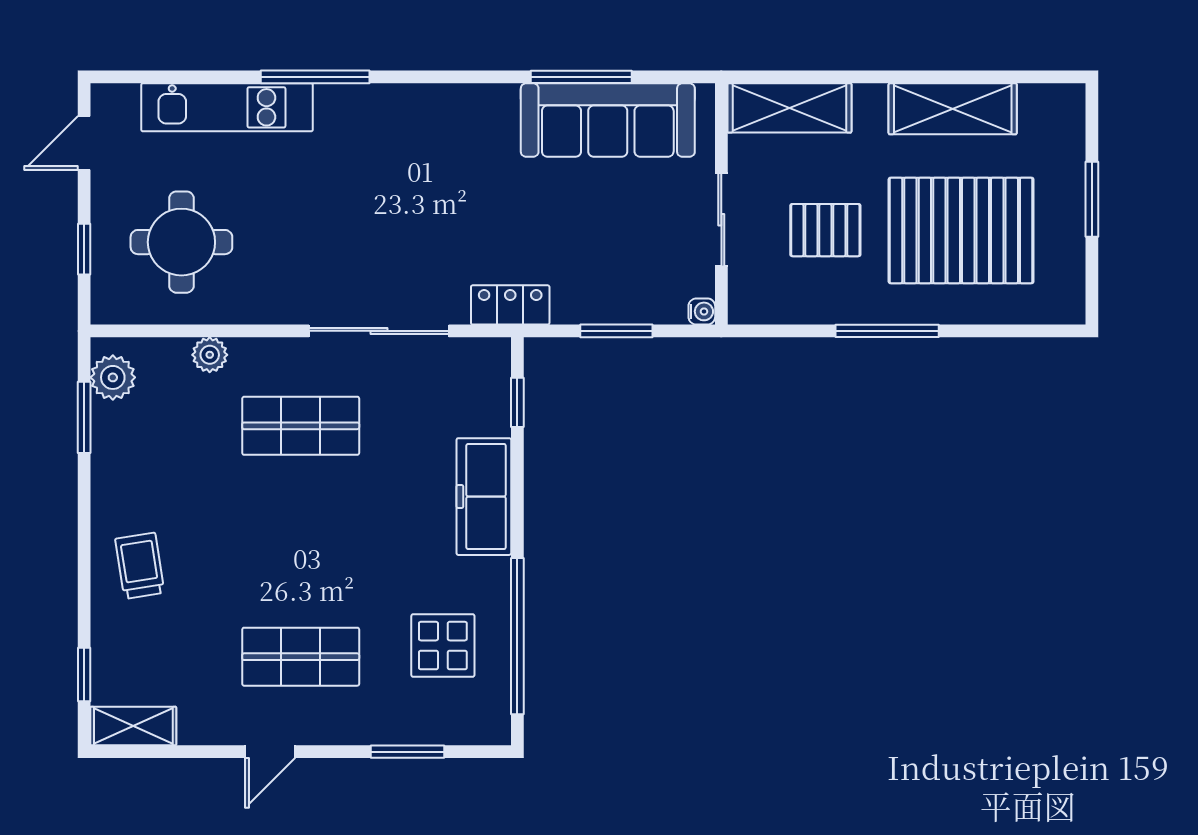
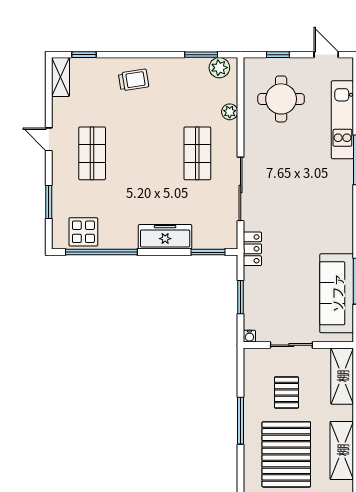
window: (517, 402) -> (208, 252), width x1.50
display table: (443, 646) -> (83, 232), moved

